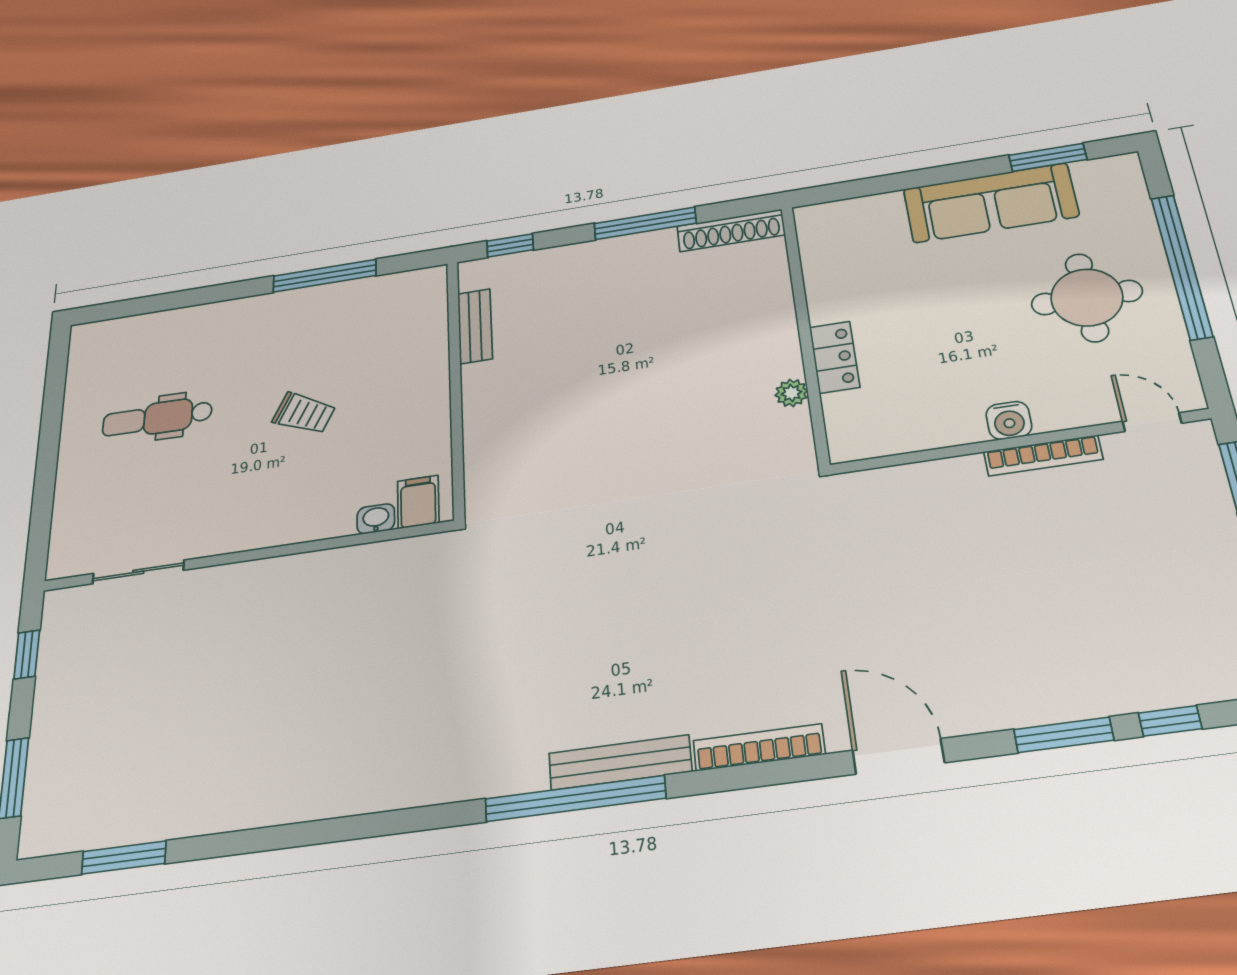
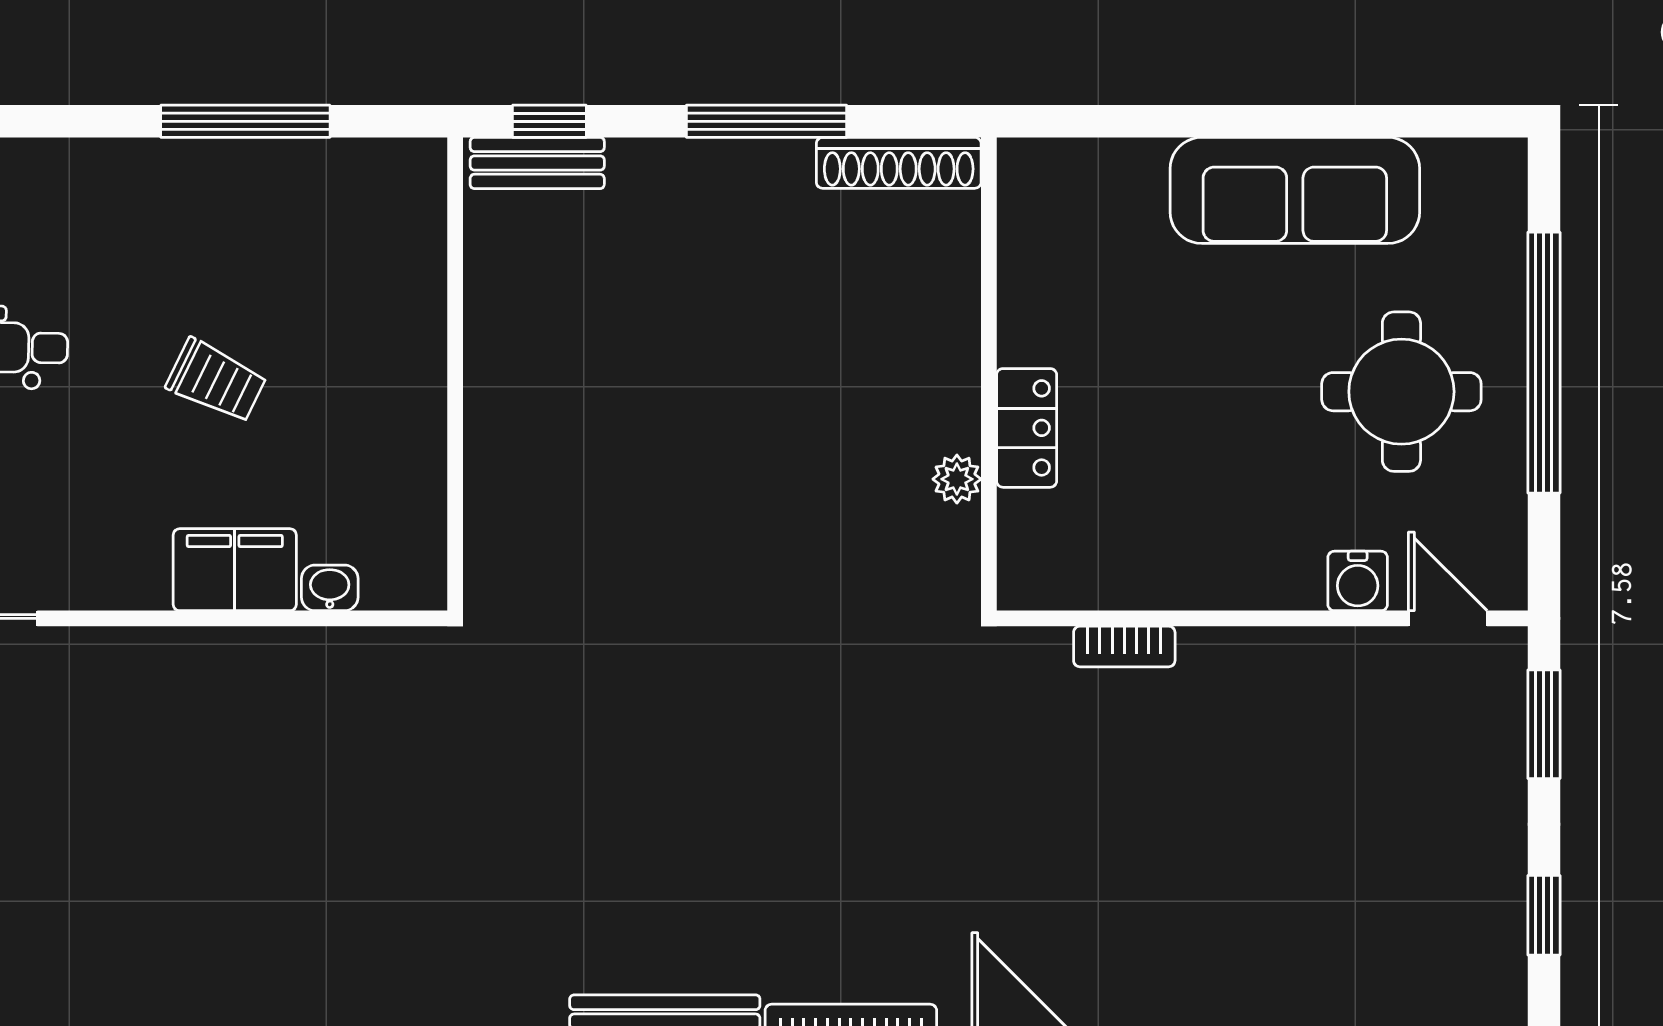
window: (1048, 157) -> (1394, 121), removed
bench: (475, 326) -> (537, 163), moved, turned 90
water cooler: (1009, 420) -> (1358, 581), moved
bookcase: (1043, 456) -> (1124, 646), moved, width x0.64
filing cabinet: (418, 502) -> (235, 570), moved, width x2.00

